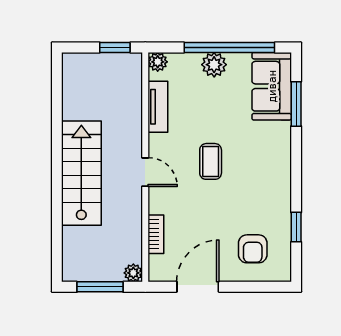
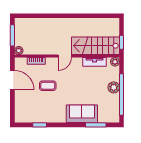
sofa: (272, 86) -> (82, 114), moved
coffee table: (211, 161) -> (48, 86), moved
stairs: (81, 173) -> (96, 46), moved, turned 180
armchair: (253, 249) -> (30, 105), removed

